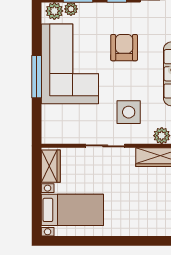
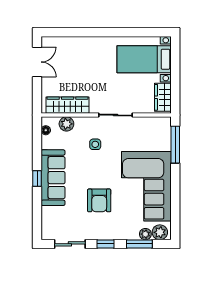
window: (37, 77) -> (175, 145), moved
side table: (129, 112) -> (95, 144), width x0.54, depth x0.54

